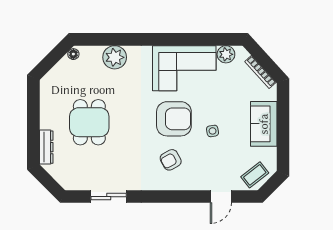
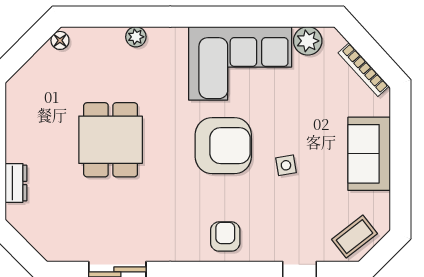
plant: (115, 57) -> (136, 37), width x0.53, depth x0.53
dining table: (89, 122) -> (111, 140), moved
dresser: (46, 147) -> (16, 183), width x0.70
armchair: (171, 160) -> (225, 237), moved, turned 119

